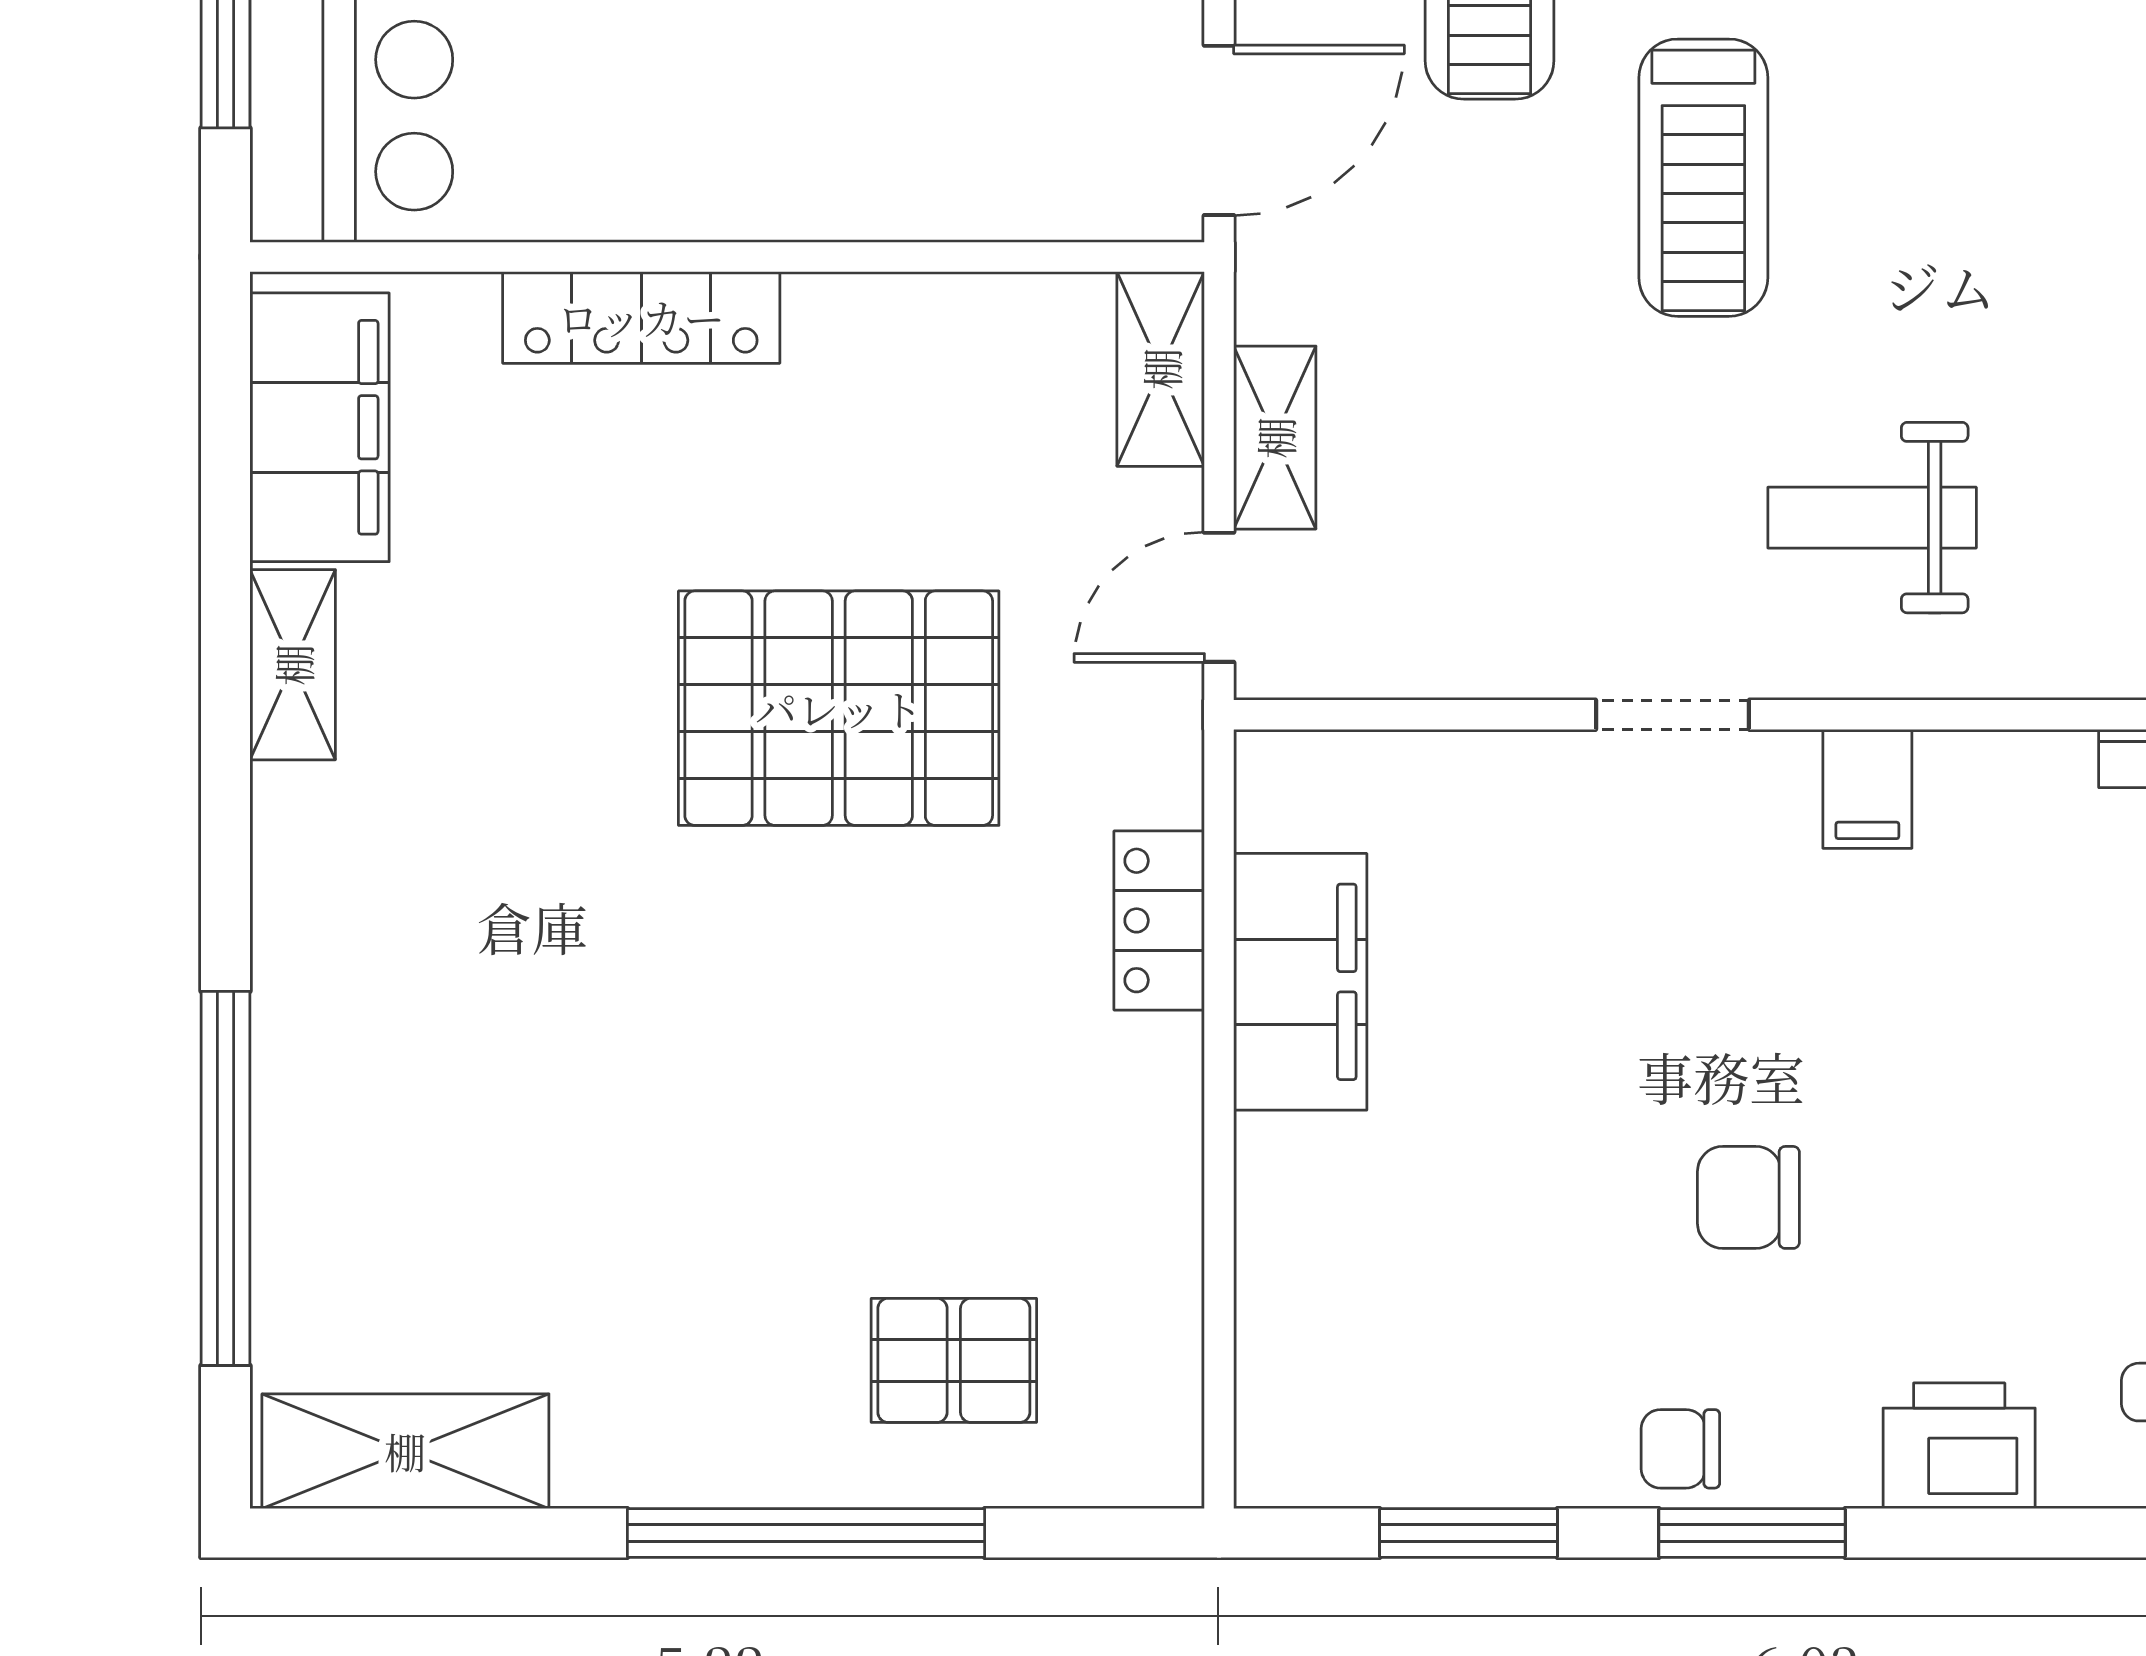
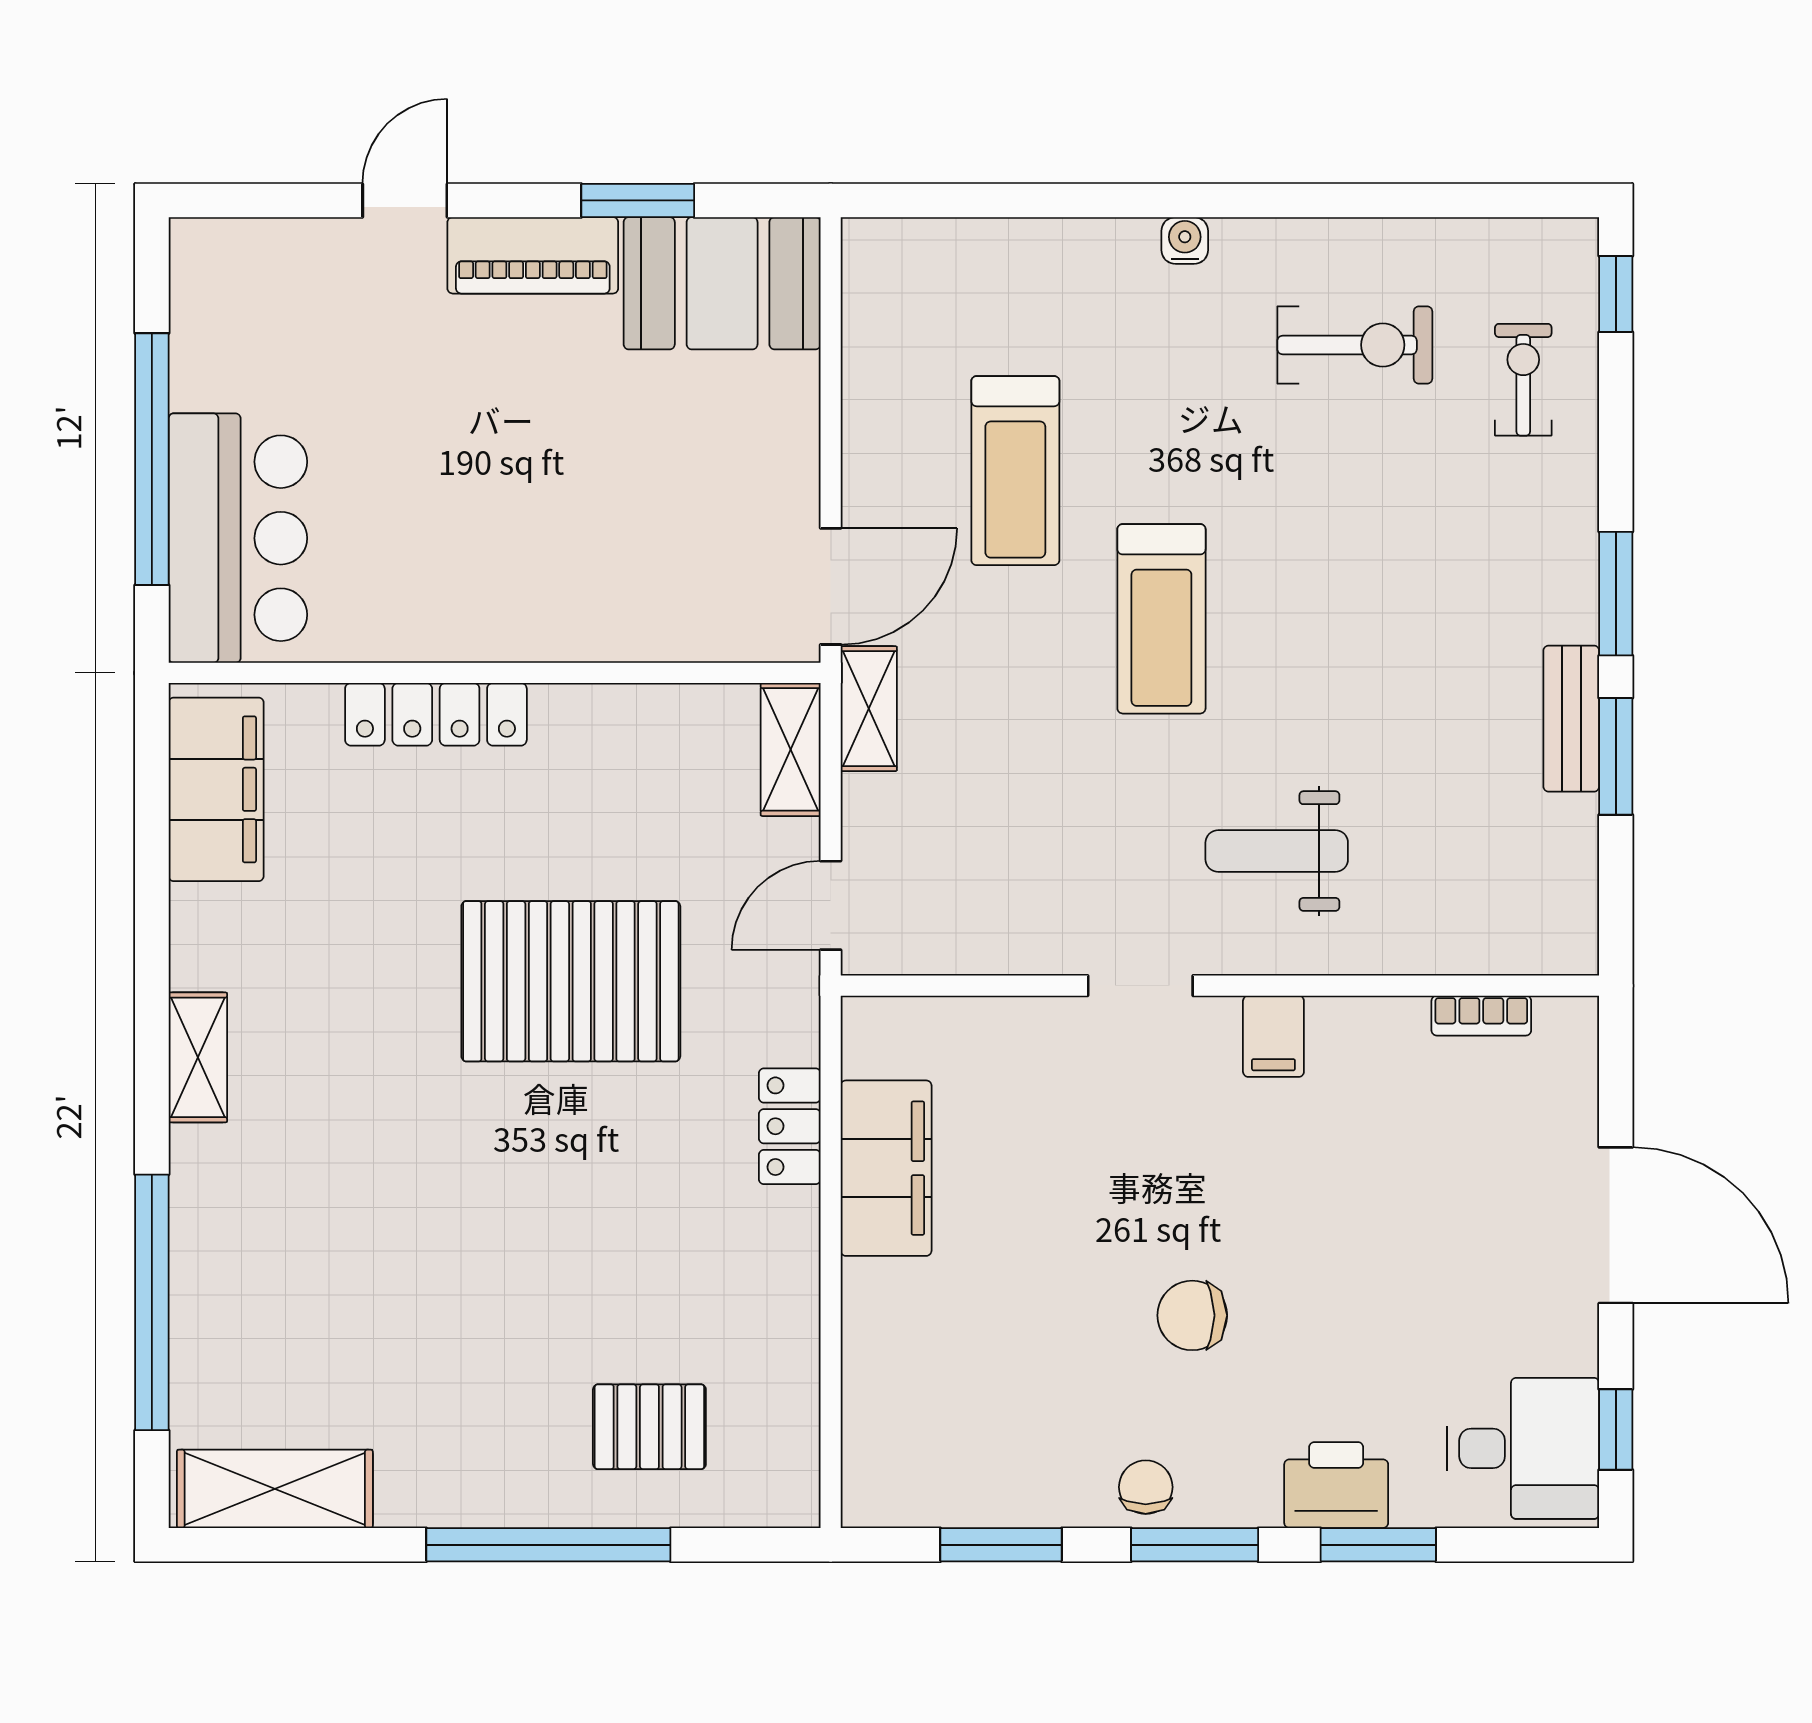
shelving: (1275, 438) -> (869, 709), moved
shelving: (293, 665) -> (198, 1057), moved
chair: (1680, 1449) -> (1146, 1487), turned 90
window: (2021, 1533) -> (1378, 1545), added

